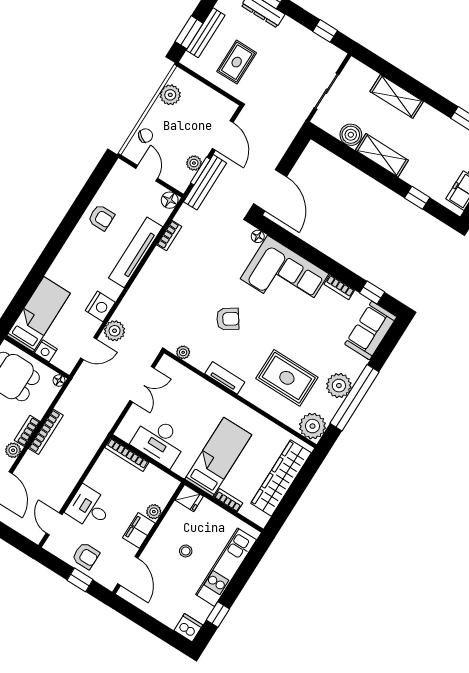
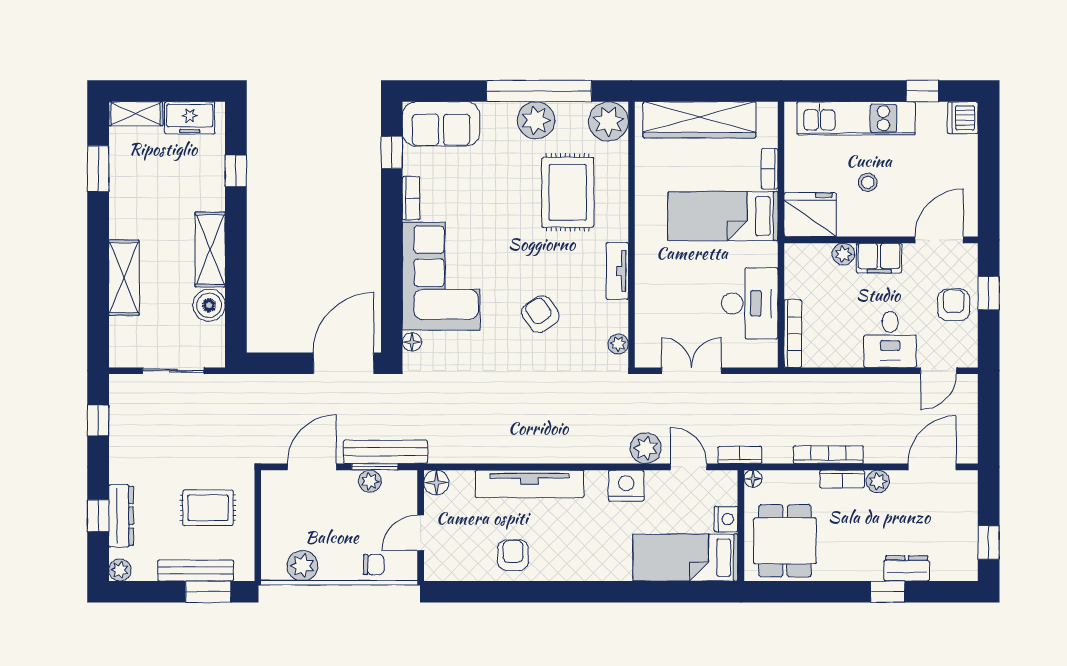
chair: (146, 136) -> (374, 565), turned 146
bookcase: (169, 236) -> (740, 455), moved
fridge: (189, 498) -> (810, 215), width x1.88, depth x1.34

